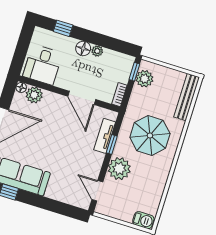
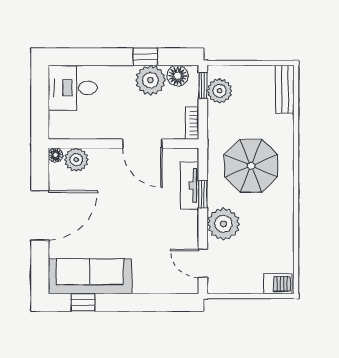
window: (63, 28) -> (145, 57), moved
floor lamp: (83, 48) -> (178, 76), moved
plant: (97, 51) -> (150, 80), width x1.88, depth x1.88
desk: (43, 65) -> (73, 88), moved, turned 90
bench: (187, 97) -> (285, 89), width x0.73

